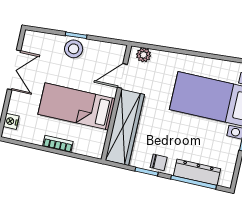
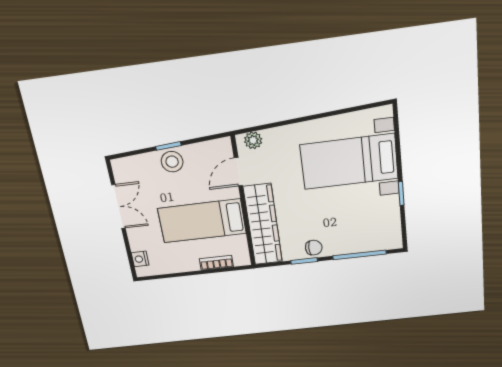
bookcase: (58, 144) -> (216, 263), moved
dresser: (197, 172) -> (360, 244), removed

